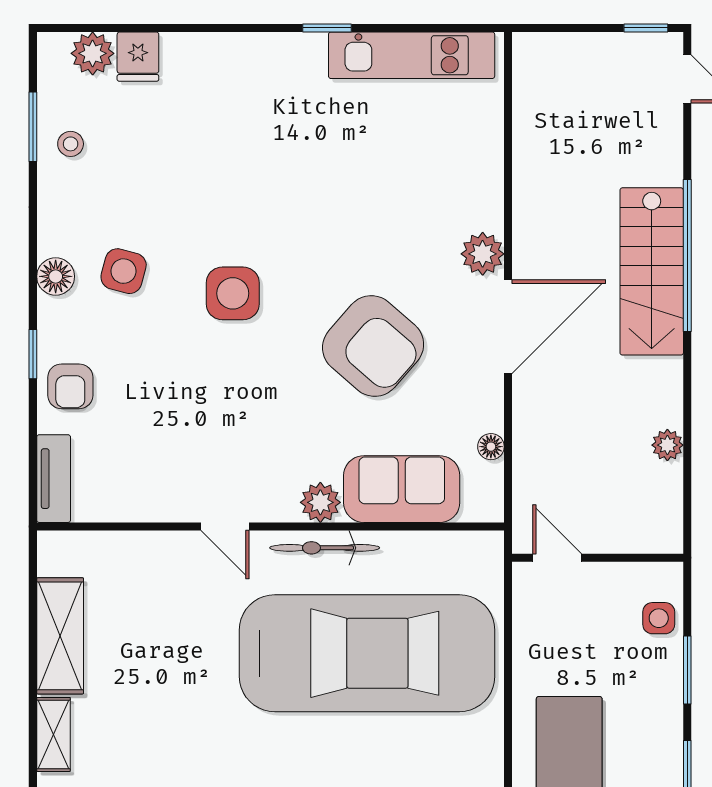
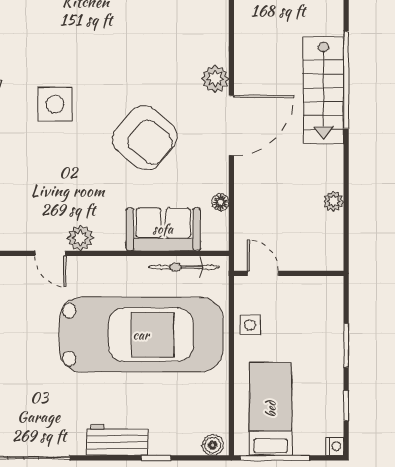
plant: (320, 502) -> (80, 238), moved
bicycle: (325, 548) -> (184, 267), moved
side table: (659, 618) -> (250, 325), moved

